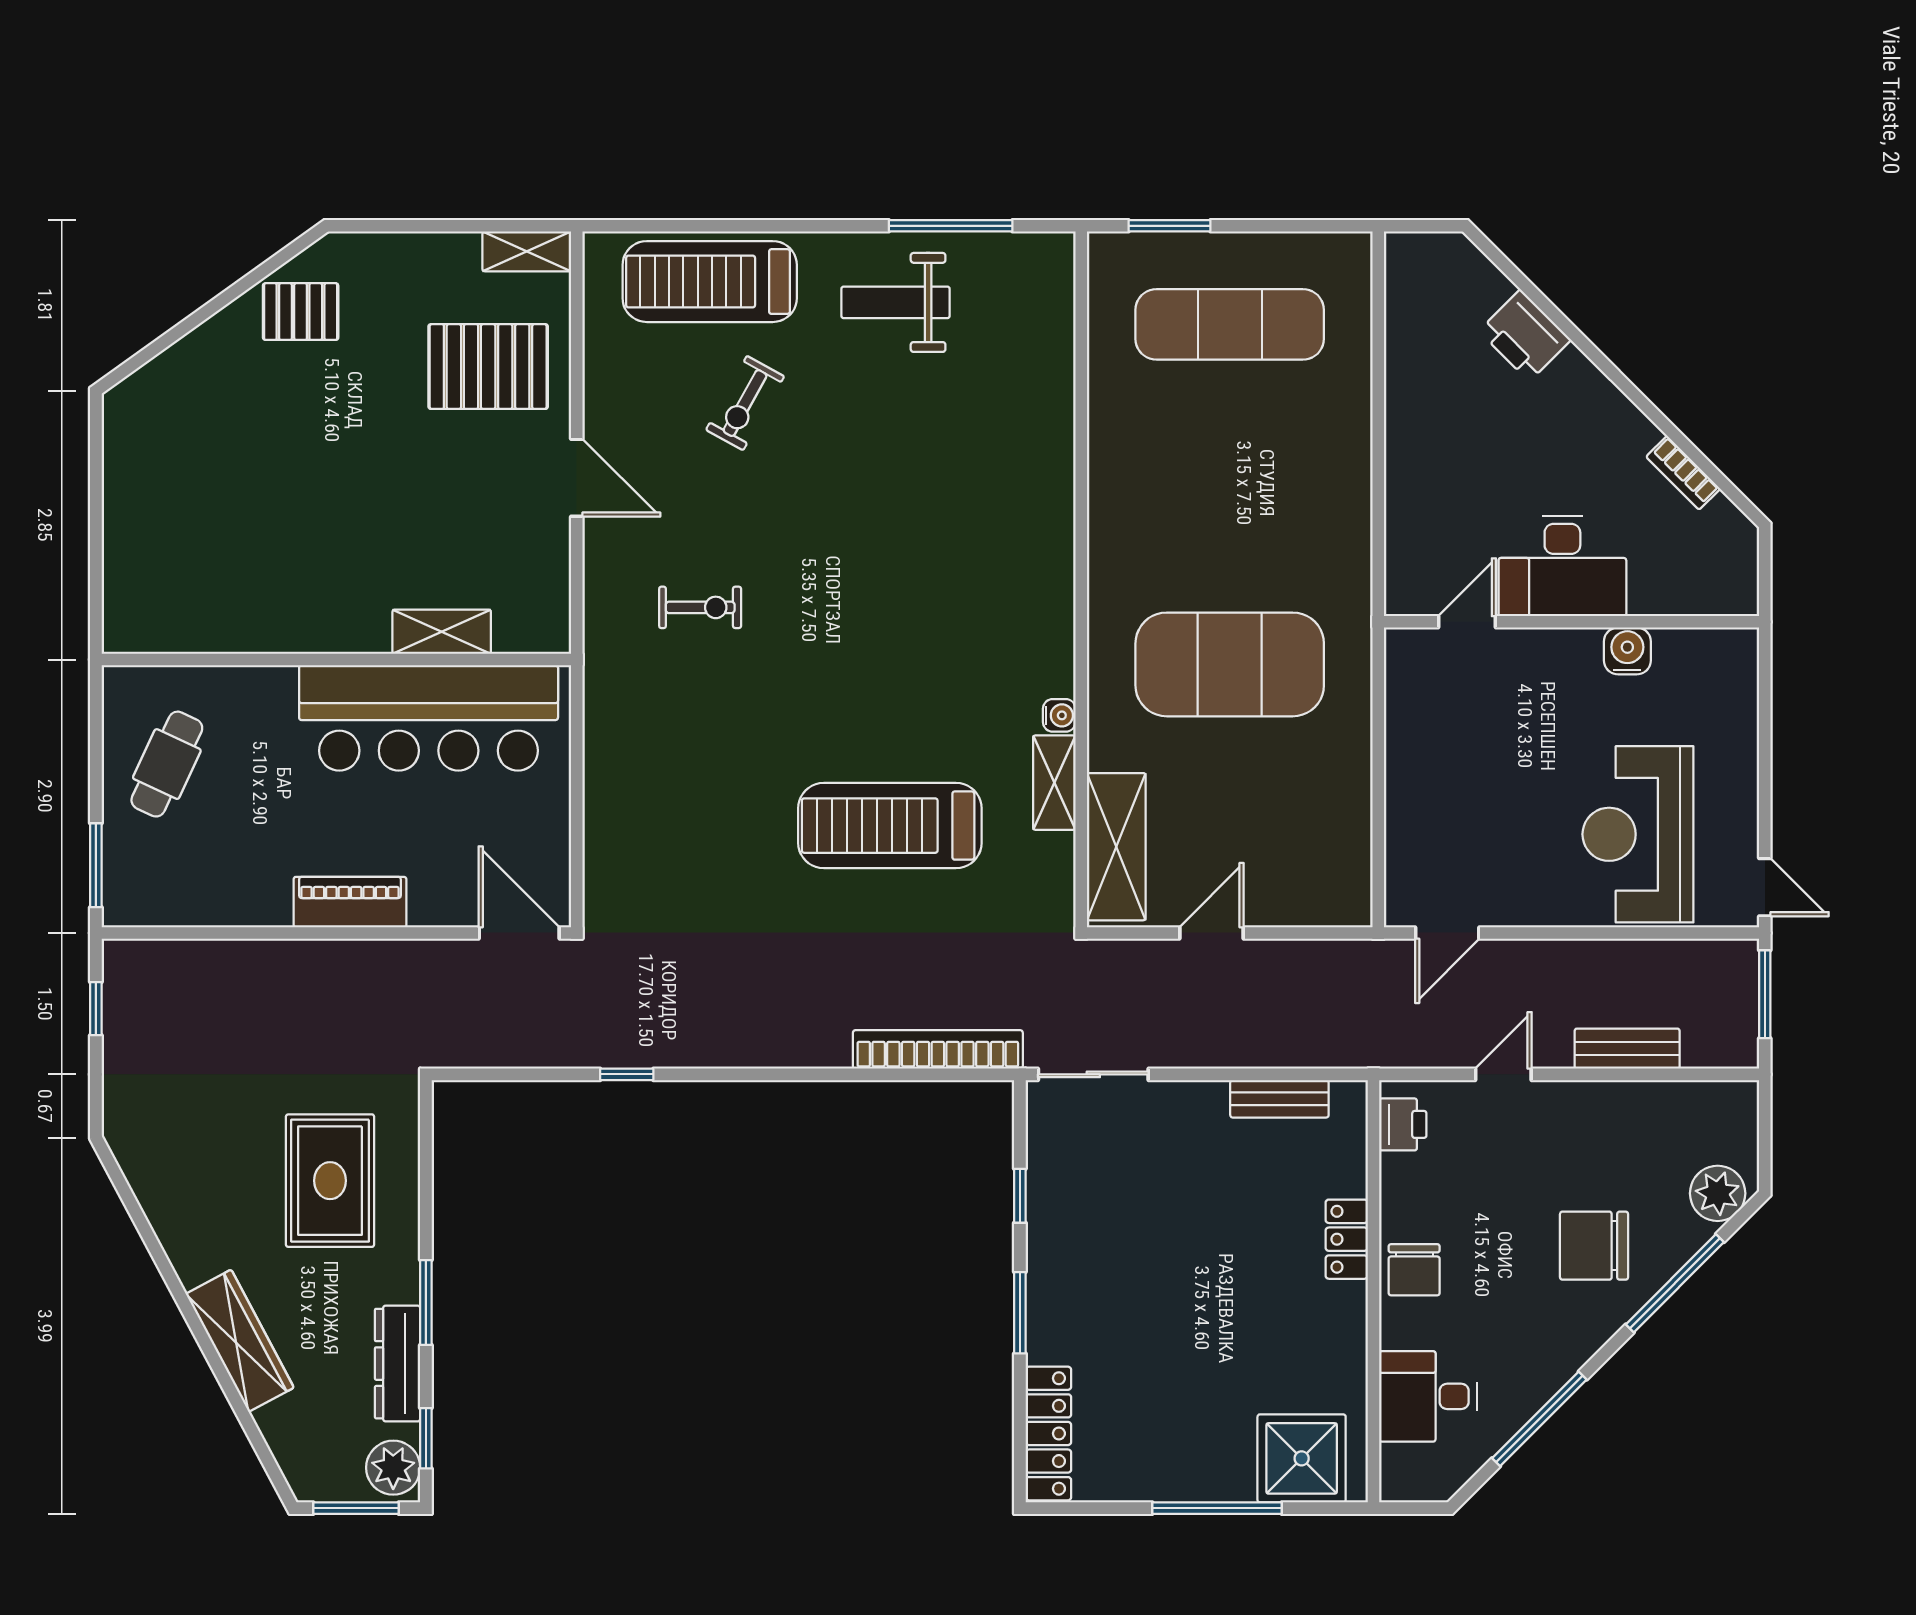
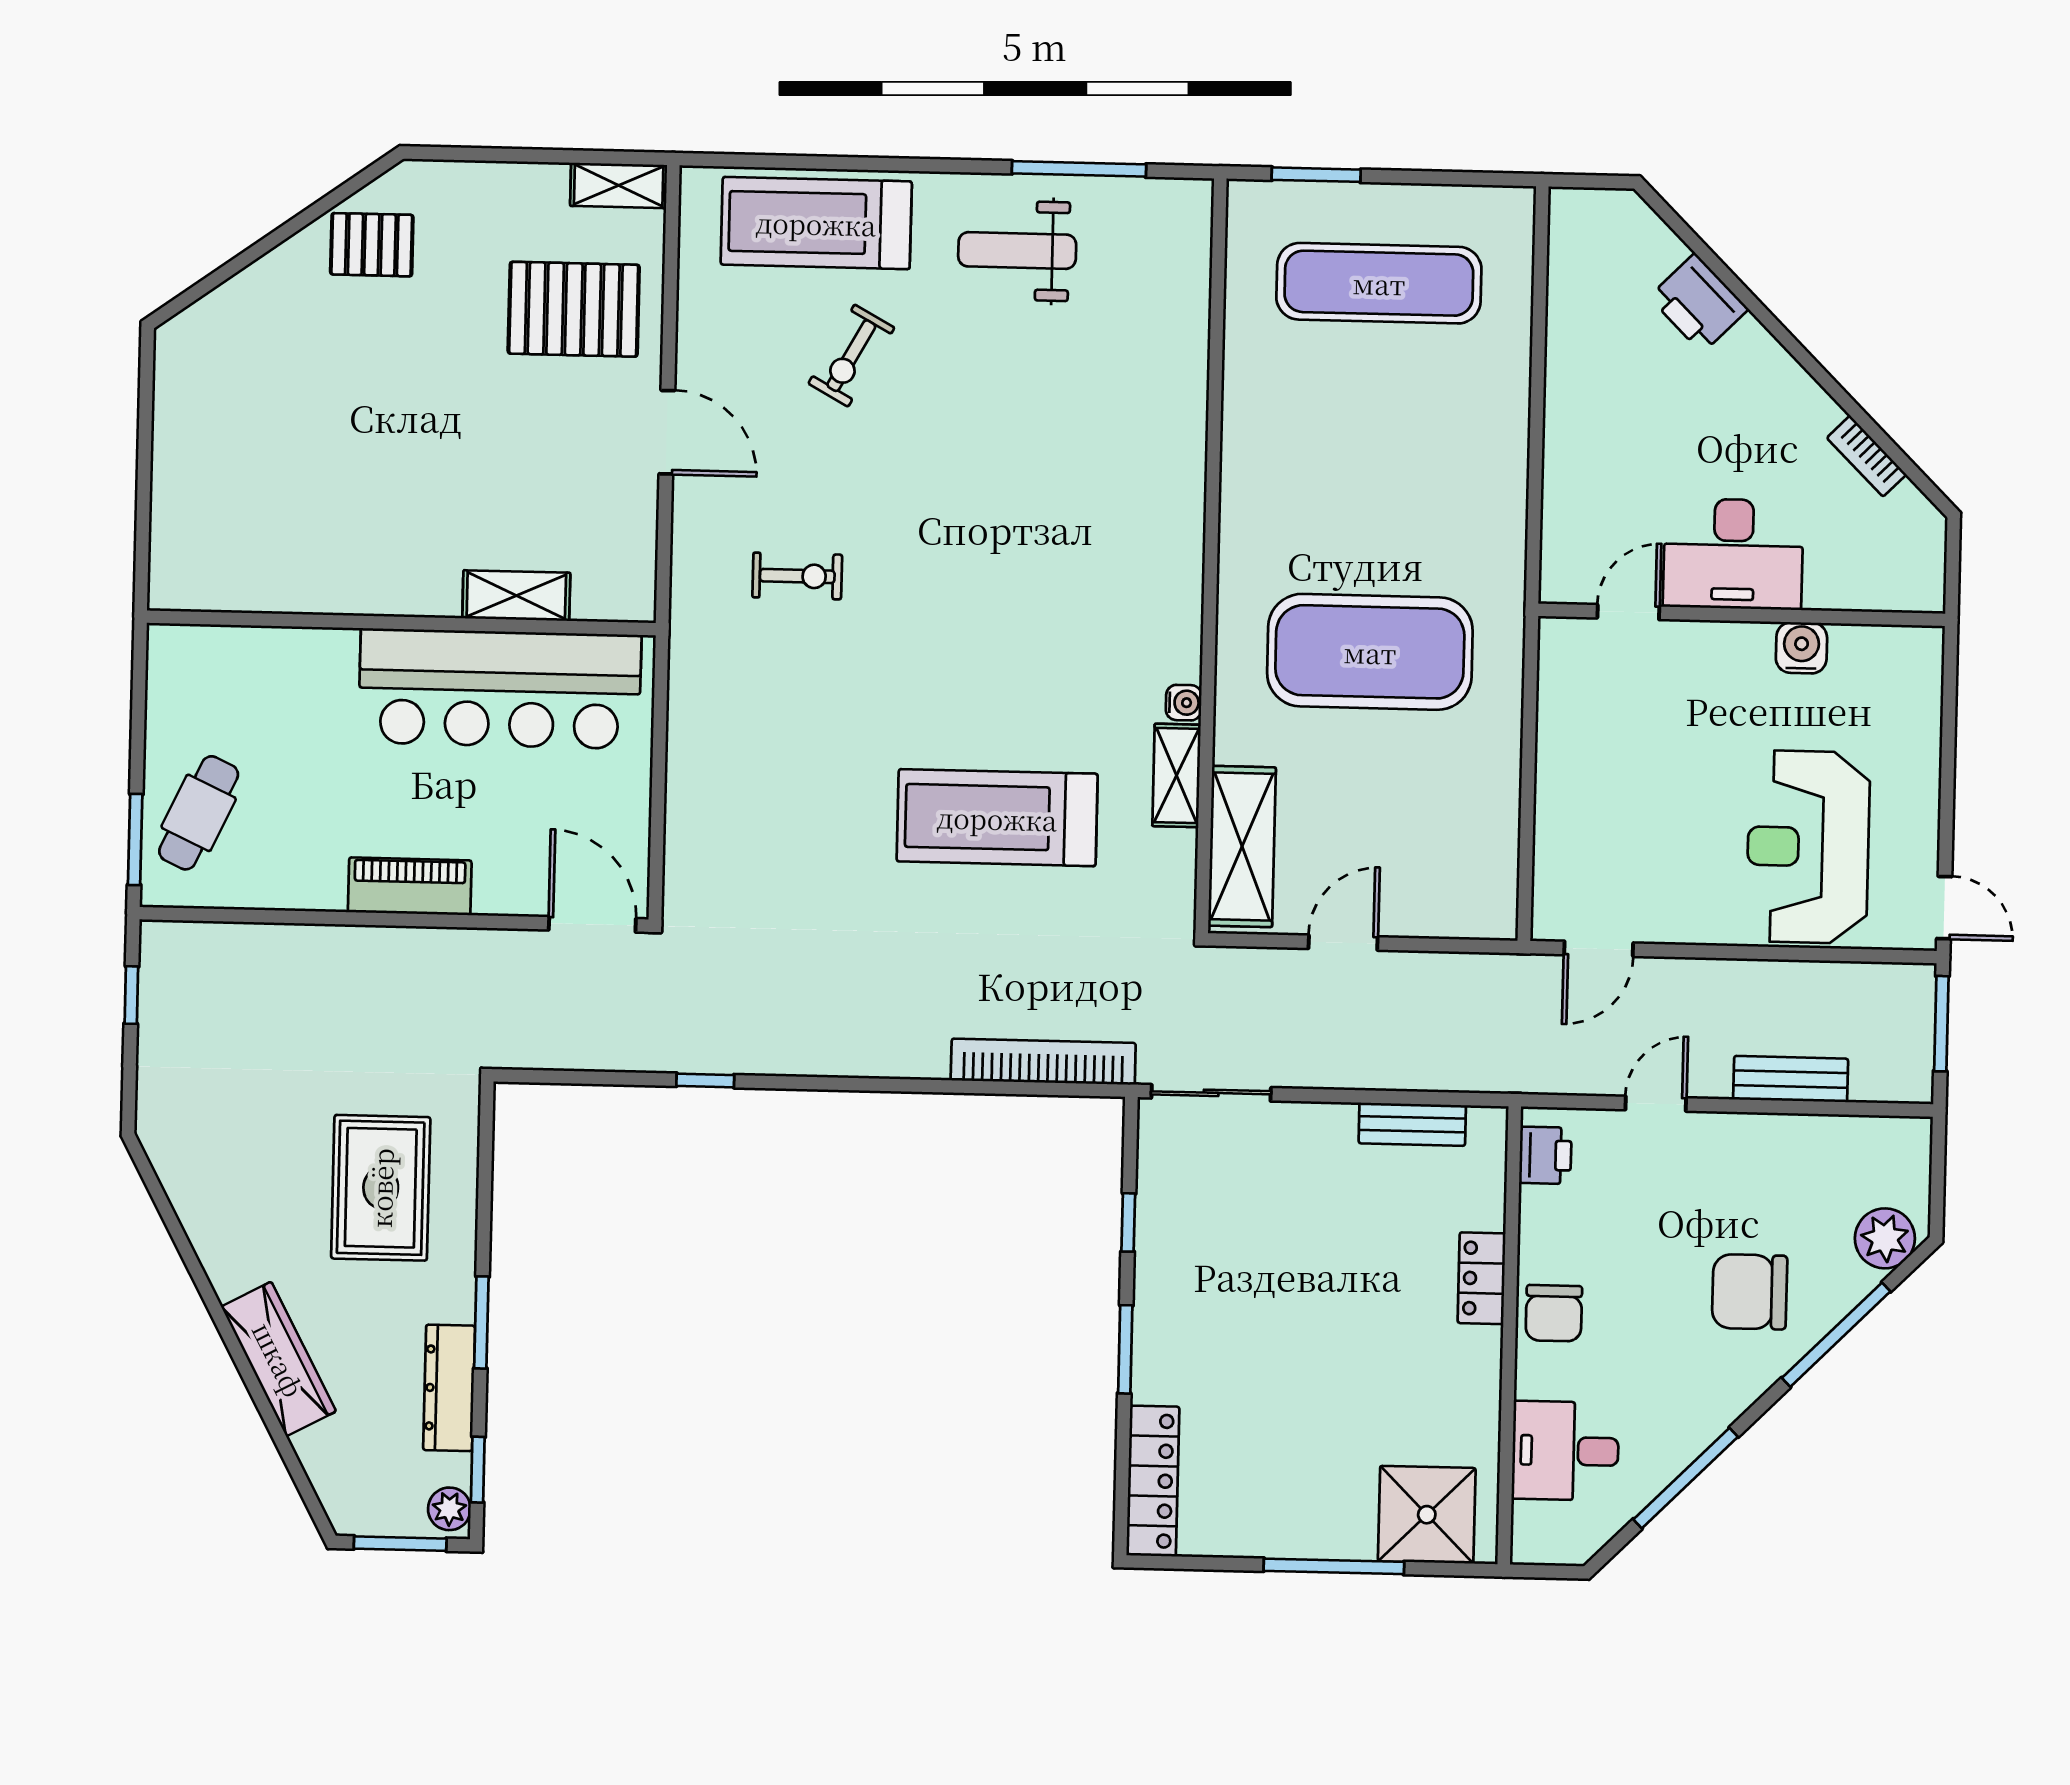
cafe table: (167, 764) -> (199, 813), moved
plant: (393, 1468) -> (449, 1509), width x0.73, depth x0.73

